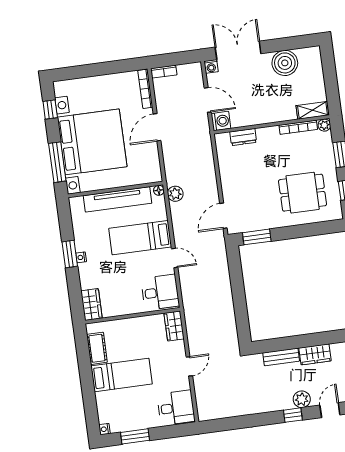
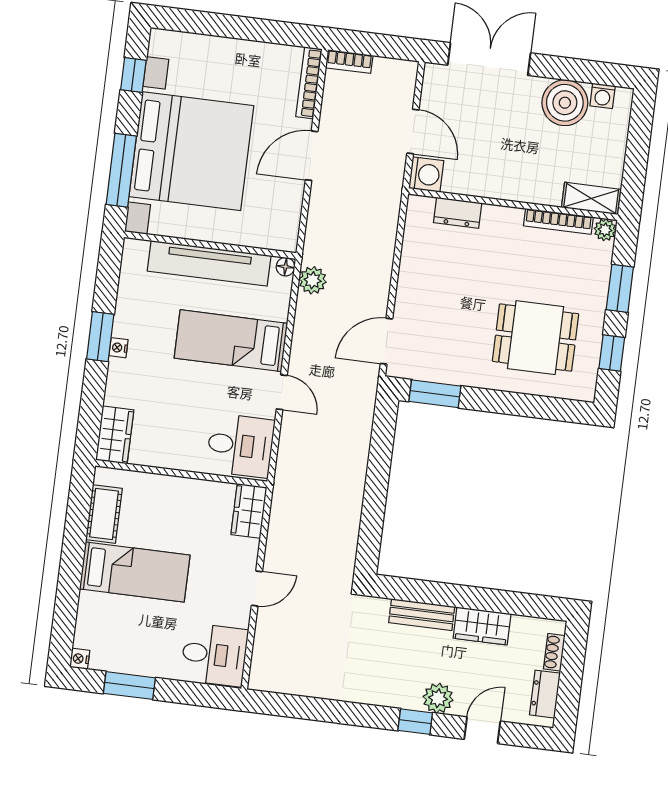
washing machine: (211, 66) -> (603, 96), moved

